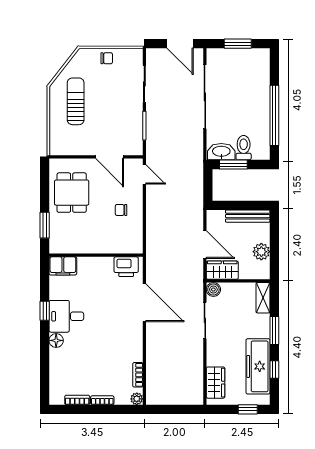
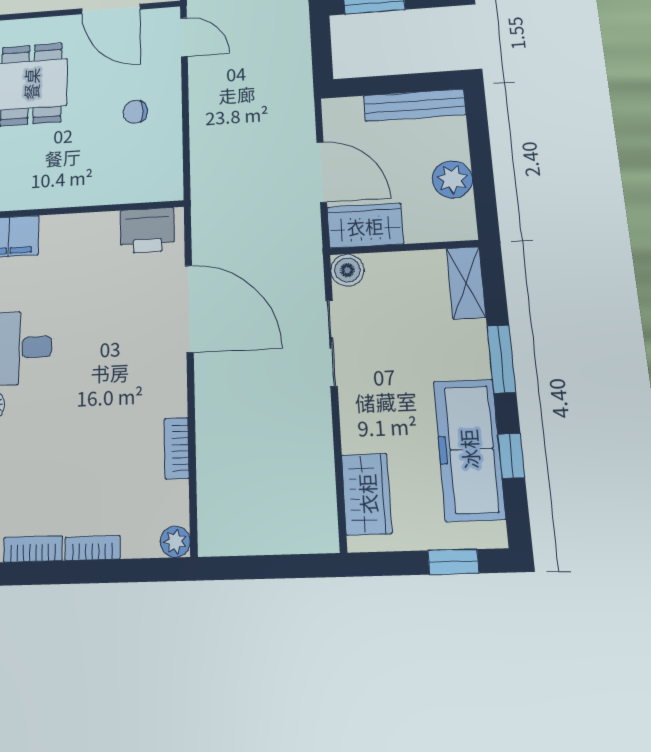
bookcase: (138, 375) -> (177, 448), moved

